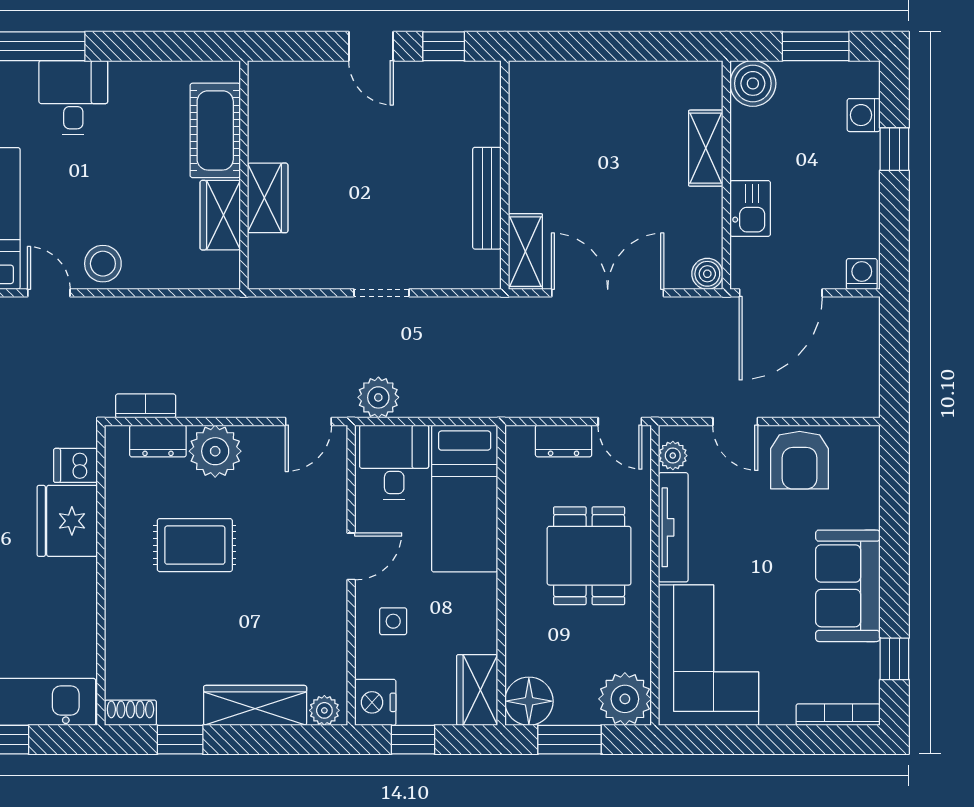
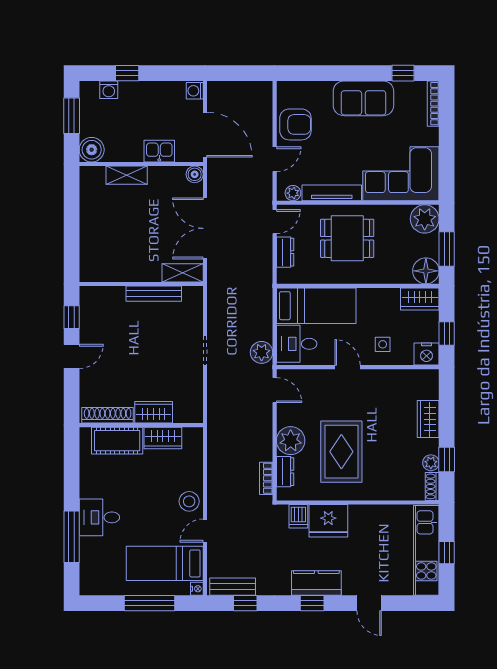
shoe rack: (262, 113) -> (108, 415), added
rug: (195, 545) -> (341, 452), width x1.36, depth x1.43
wardrobe: (255, 705) -> (428, 419), width x0.67
plant: (324, 710) -> (431, 463), moved

